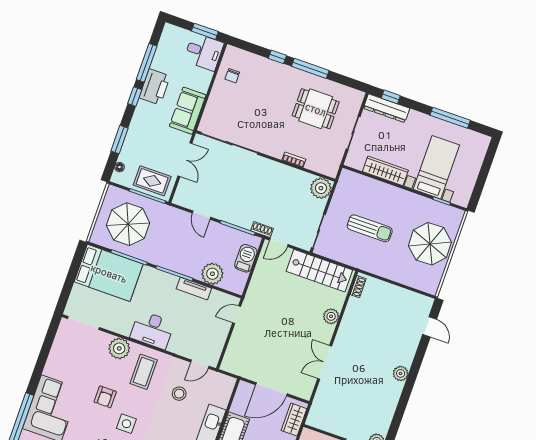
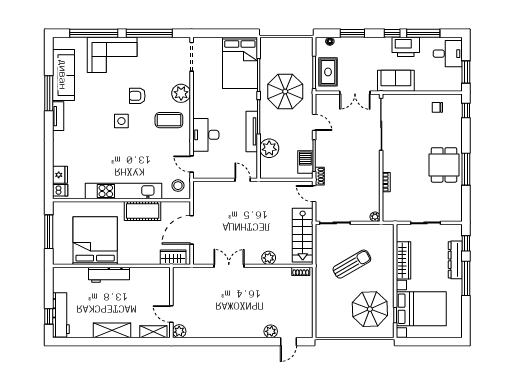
desk: (204, 52) -> (448, 54), moved, turned -90
window: (277, 57) -> (466, 110), moved
dresser: (387, 108) -> (455, 260), moved
dining table: (316, 109) -> (444, 165), moved
window: (450, 118) -> (466, 278), moved
bed with nightstands: (436, 167) -> (421, 309), width x1.36
plant: (321, 188) -> (375, 217), width x0.53, depth x0.53
door: (202, 215) -> (314, 122), swing flipped
parasol: (128, 224) -> (285, 91), moved
sun lounger: (370, 228) -> (352, 264), turned -120
parasol: (430, 244) -> (370, 309), moved
barbecue: (246, 258) -> (305, 162), moved, turned -90
tv unit: (194, 289) -> (252, 131), width x1.41
desk: (152, 330) -> (206, 135), moved
window: (42, 360) -> (149, 33), added
plant: (401, 373) -> (271, 331), moved
door: (271, 389) -> (192, 230), hinge flipped
stool: (179, 394) -> (178, 186), moved

